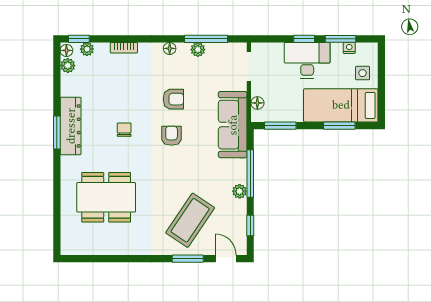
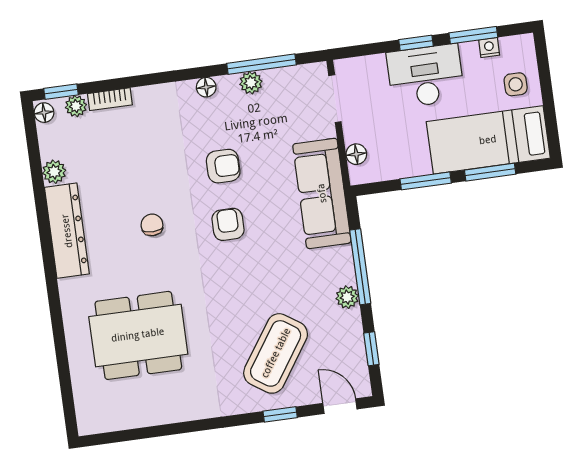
bookcase: (124, 48) -> (110, 99), moved
plant: (68, 66) -> (54, 172), moved
window: (280, 126) -> (426, 181), moved
window: (57, 132) -> (46, 244), removed
window: (188, 259) -> (280, 414), width x0.67

